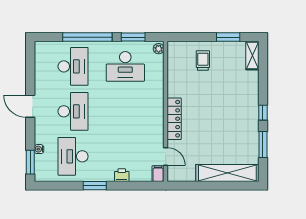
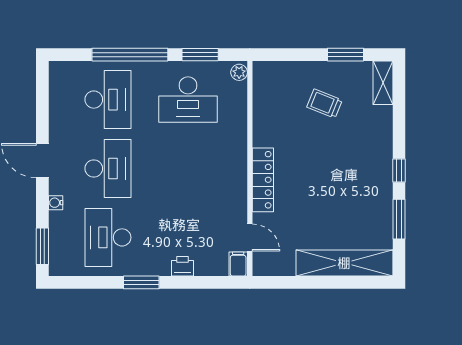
trolley: (203, 61) -> (324, 104), moved, turned -68
water cooler: (39, 149) -> (56, 203), moved

